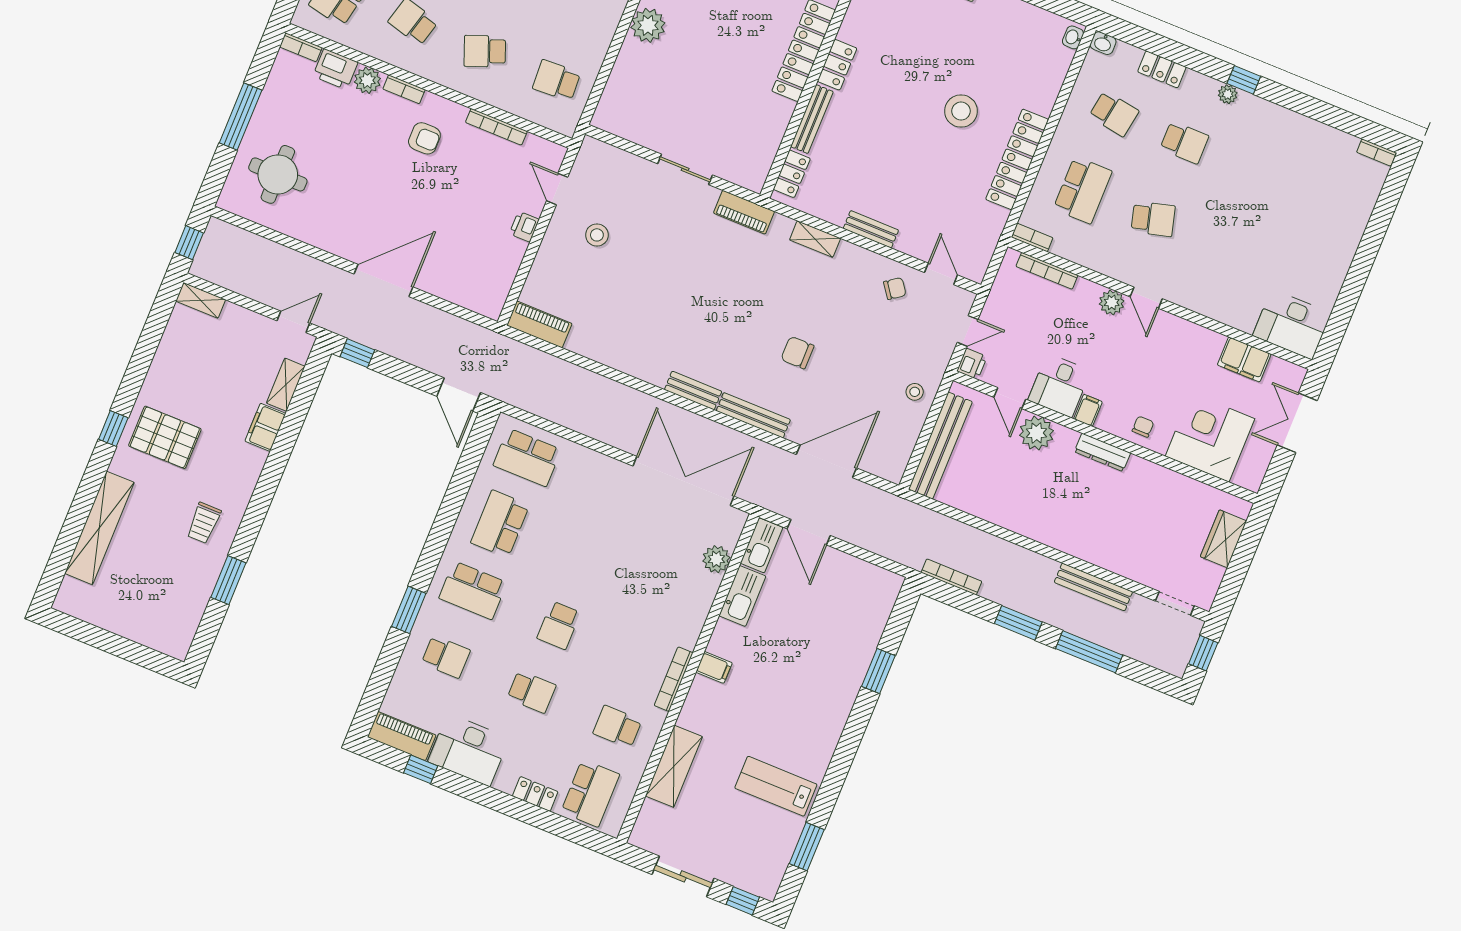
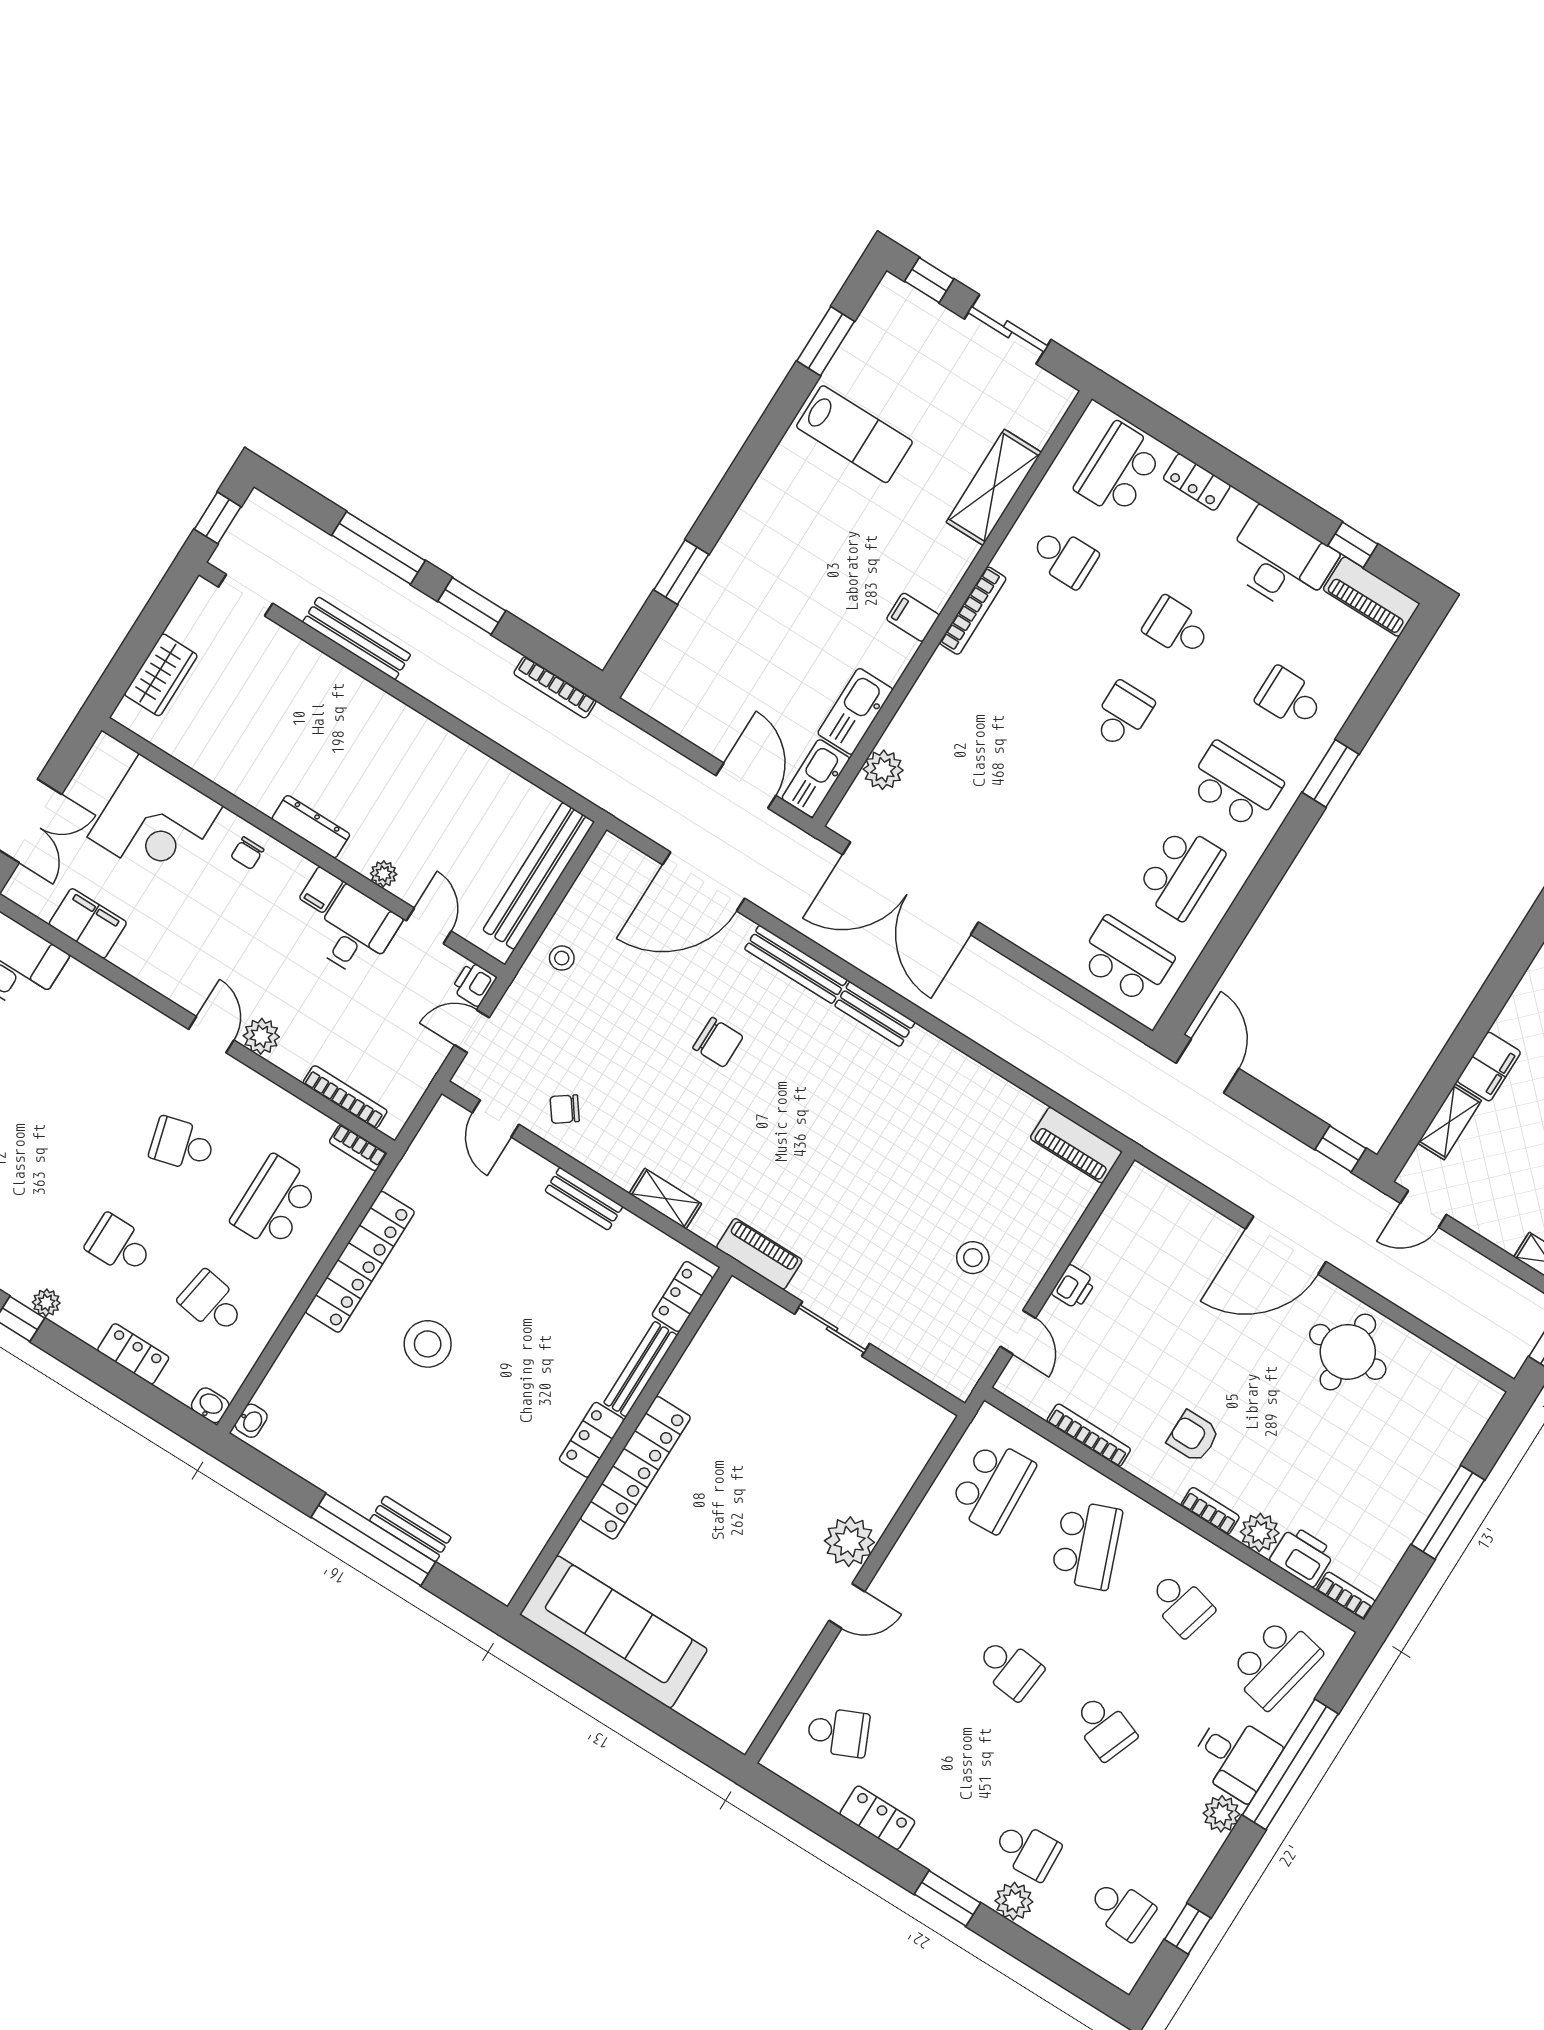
school desk: (485, 51) -> (1087, 1545), width x1.85
school desk: (557, 80) -> (992, 1486), width x1.85
round table: (278, 174) -> (1348, 1352), moved
plant: (1036, 433) -> (384, 874), width x0.53, depth x0.53

